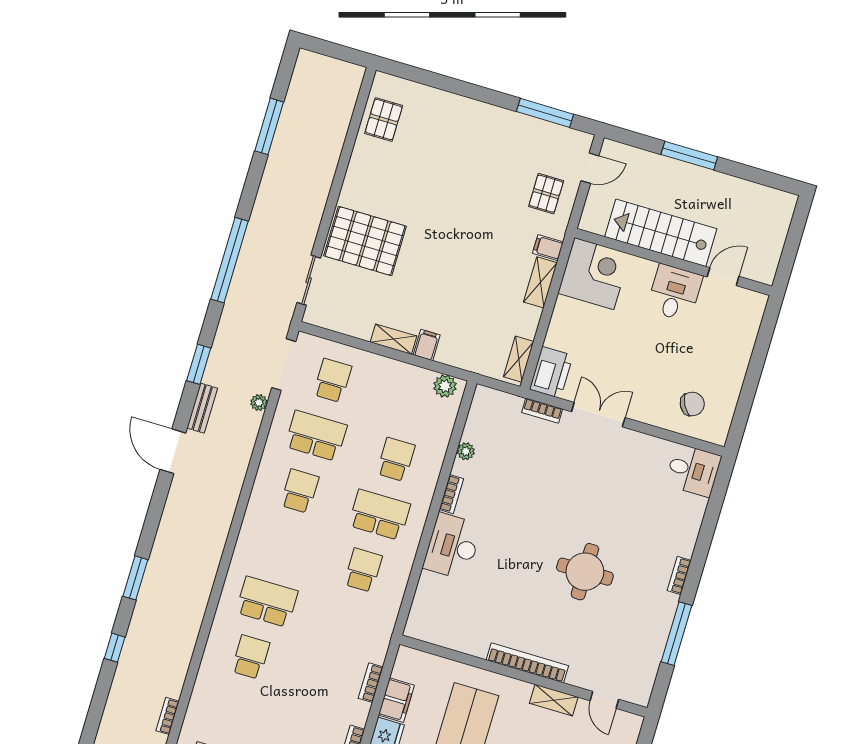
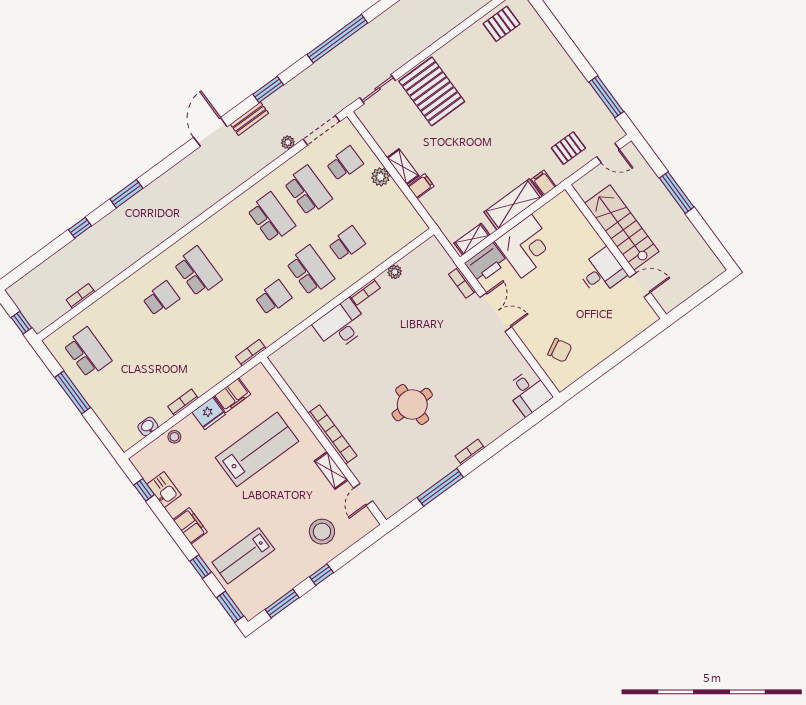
corner desk: (594, 274) -> (526, 246), moved
shelving: (540, 282) -> (513, 204), width x1.50, depth x1.33
plant: (445, 386) -> (380, 177), moved
school desk: (300, 491) -> (271, 218), width x1.85
bookcase: (371, 683) -> (251, 353), moved

